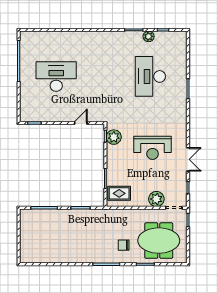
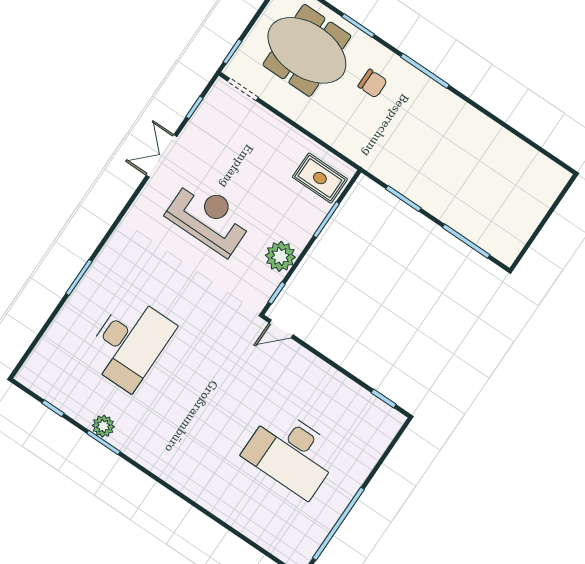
plant: (149, 36) -> (103, 426), moved
door: (81, 123) -> (281, 329), moved
plant: (114, 137) -> (280, 256), moved
plant: (156, 199) -> (262, 125), removed

